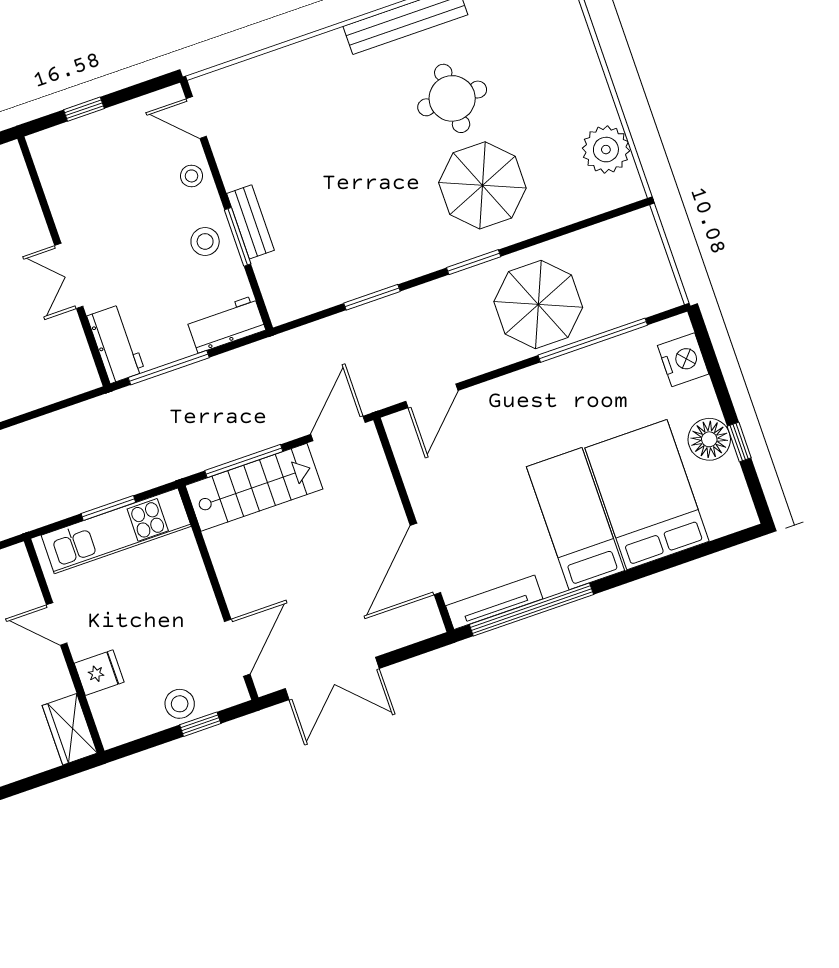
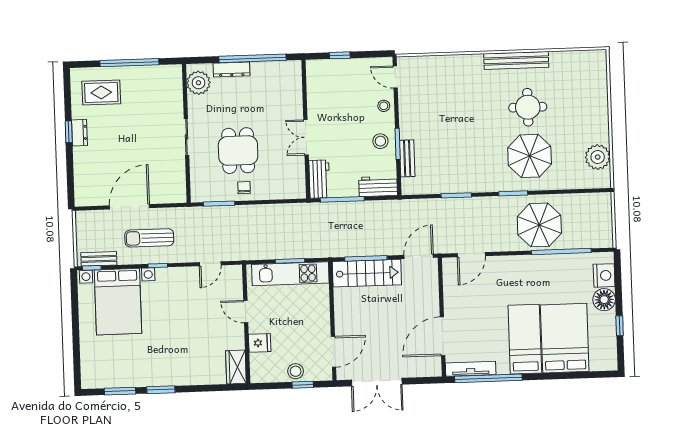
bench: (250, 222) -> (407, 158), moved
floor lamp: (709, 439) -> (604, 300), moved

